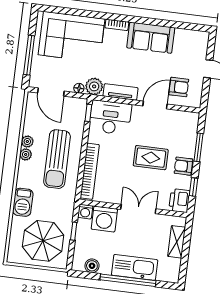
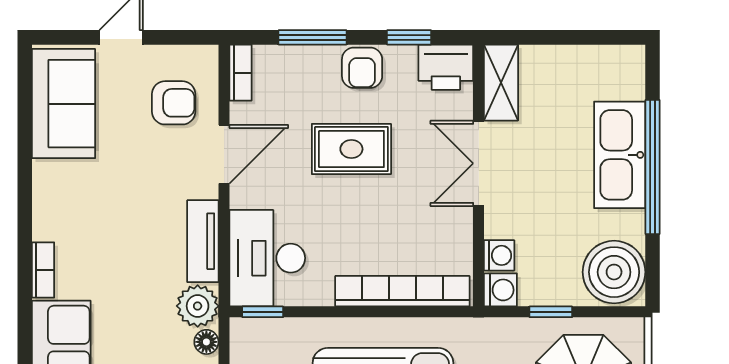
sofa: (151, 38) -> (64, 104), moved
armchair: (179, 87) -> (174, 103), turned 90
door: (155, 105) -> (224, 154), swing flipped
bookcase: (188, 116) -> (240, 73), added
rug: (151, 158) -> (351, 149), turned 90
washing machine: (104, 219) -> (499, 255), width x0.53, depth x0.53
shelving: (177, 242) -> (501, 83), moved, turned 90
boiler: (92, 266) -> (614, 272), width x1.86, depth x1.86

